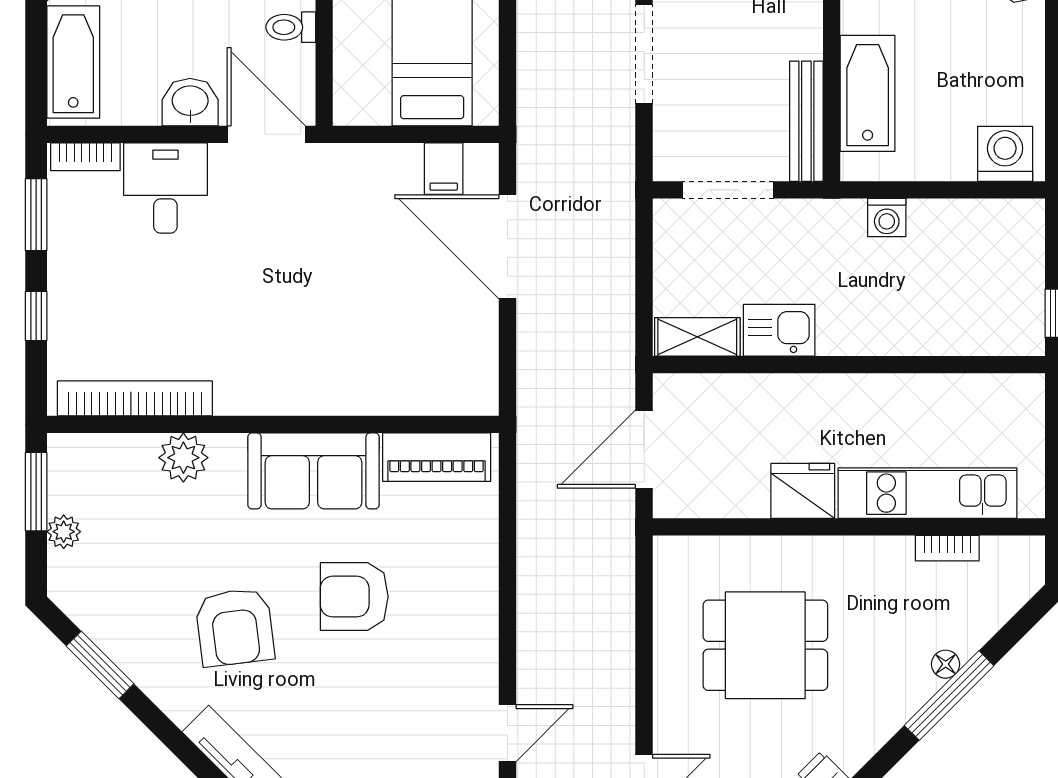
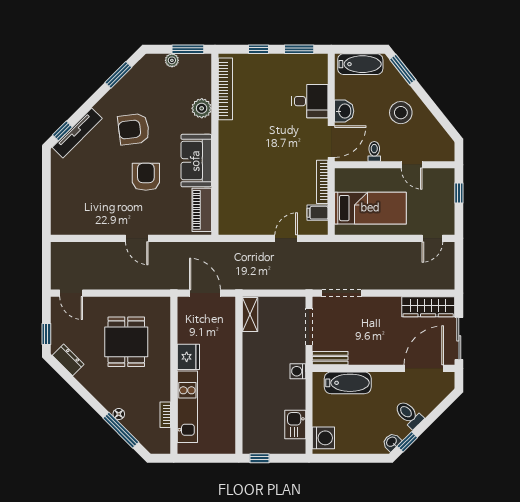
doorway: (644, 54) -> (342, 293), moved
bench: (806, 121) -> (330, 358), width x0.73
bookcase: (85, 157) -> (322, 182), moved, width x1.56
washing machine: (887, 218) -> (298, 371), moved
door: (507, 247) -> (286, 238), width x0.53
kitchen sink: (779, 330) -> (295, 425), moved, turned 180
window: (949, 696) -> (121, 430), moved
door: (507, 733) -> (137, 238), moved

